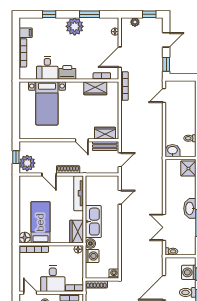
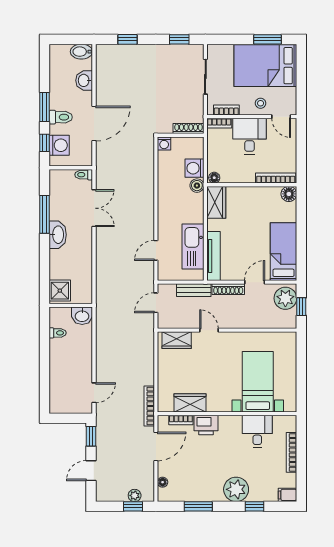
window: (149, 14) -> (133, 506), moved
plant: (75, 26) -> (236, 489), moved
filing cabinet: (26, 33) -> (287, 495), moved
printer: (67, 72) -> (206, 425), moved
bench: (105, 146) -> (194, 290), moved
door: (49, 175) -> (255, 282), hinge flipped
bed: (40, 222) -> (284, 252), moved, turned 180
kitchen sink: (93, 222) -> (193, 246), moved

